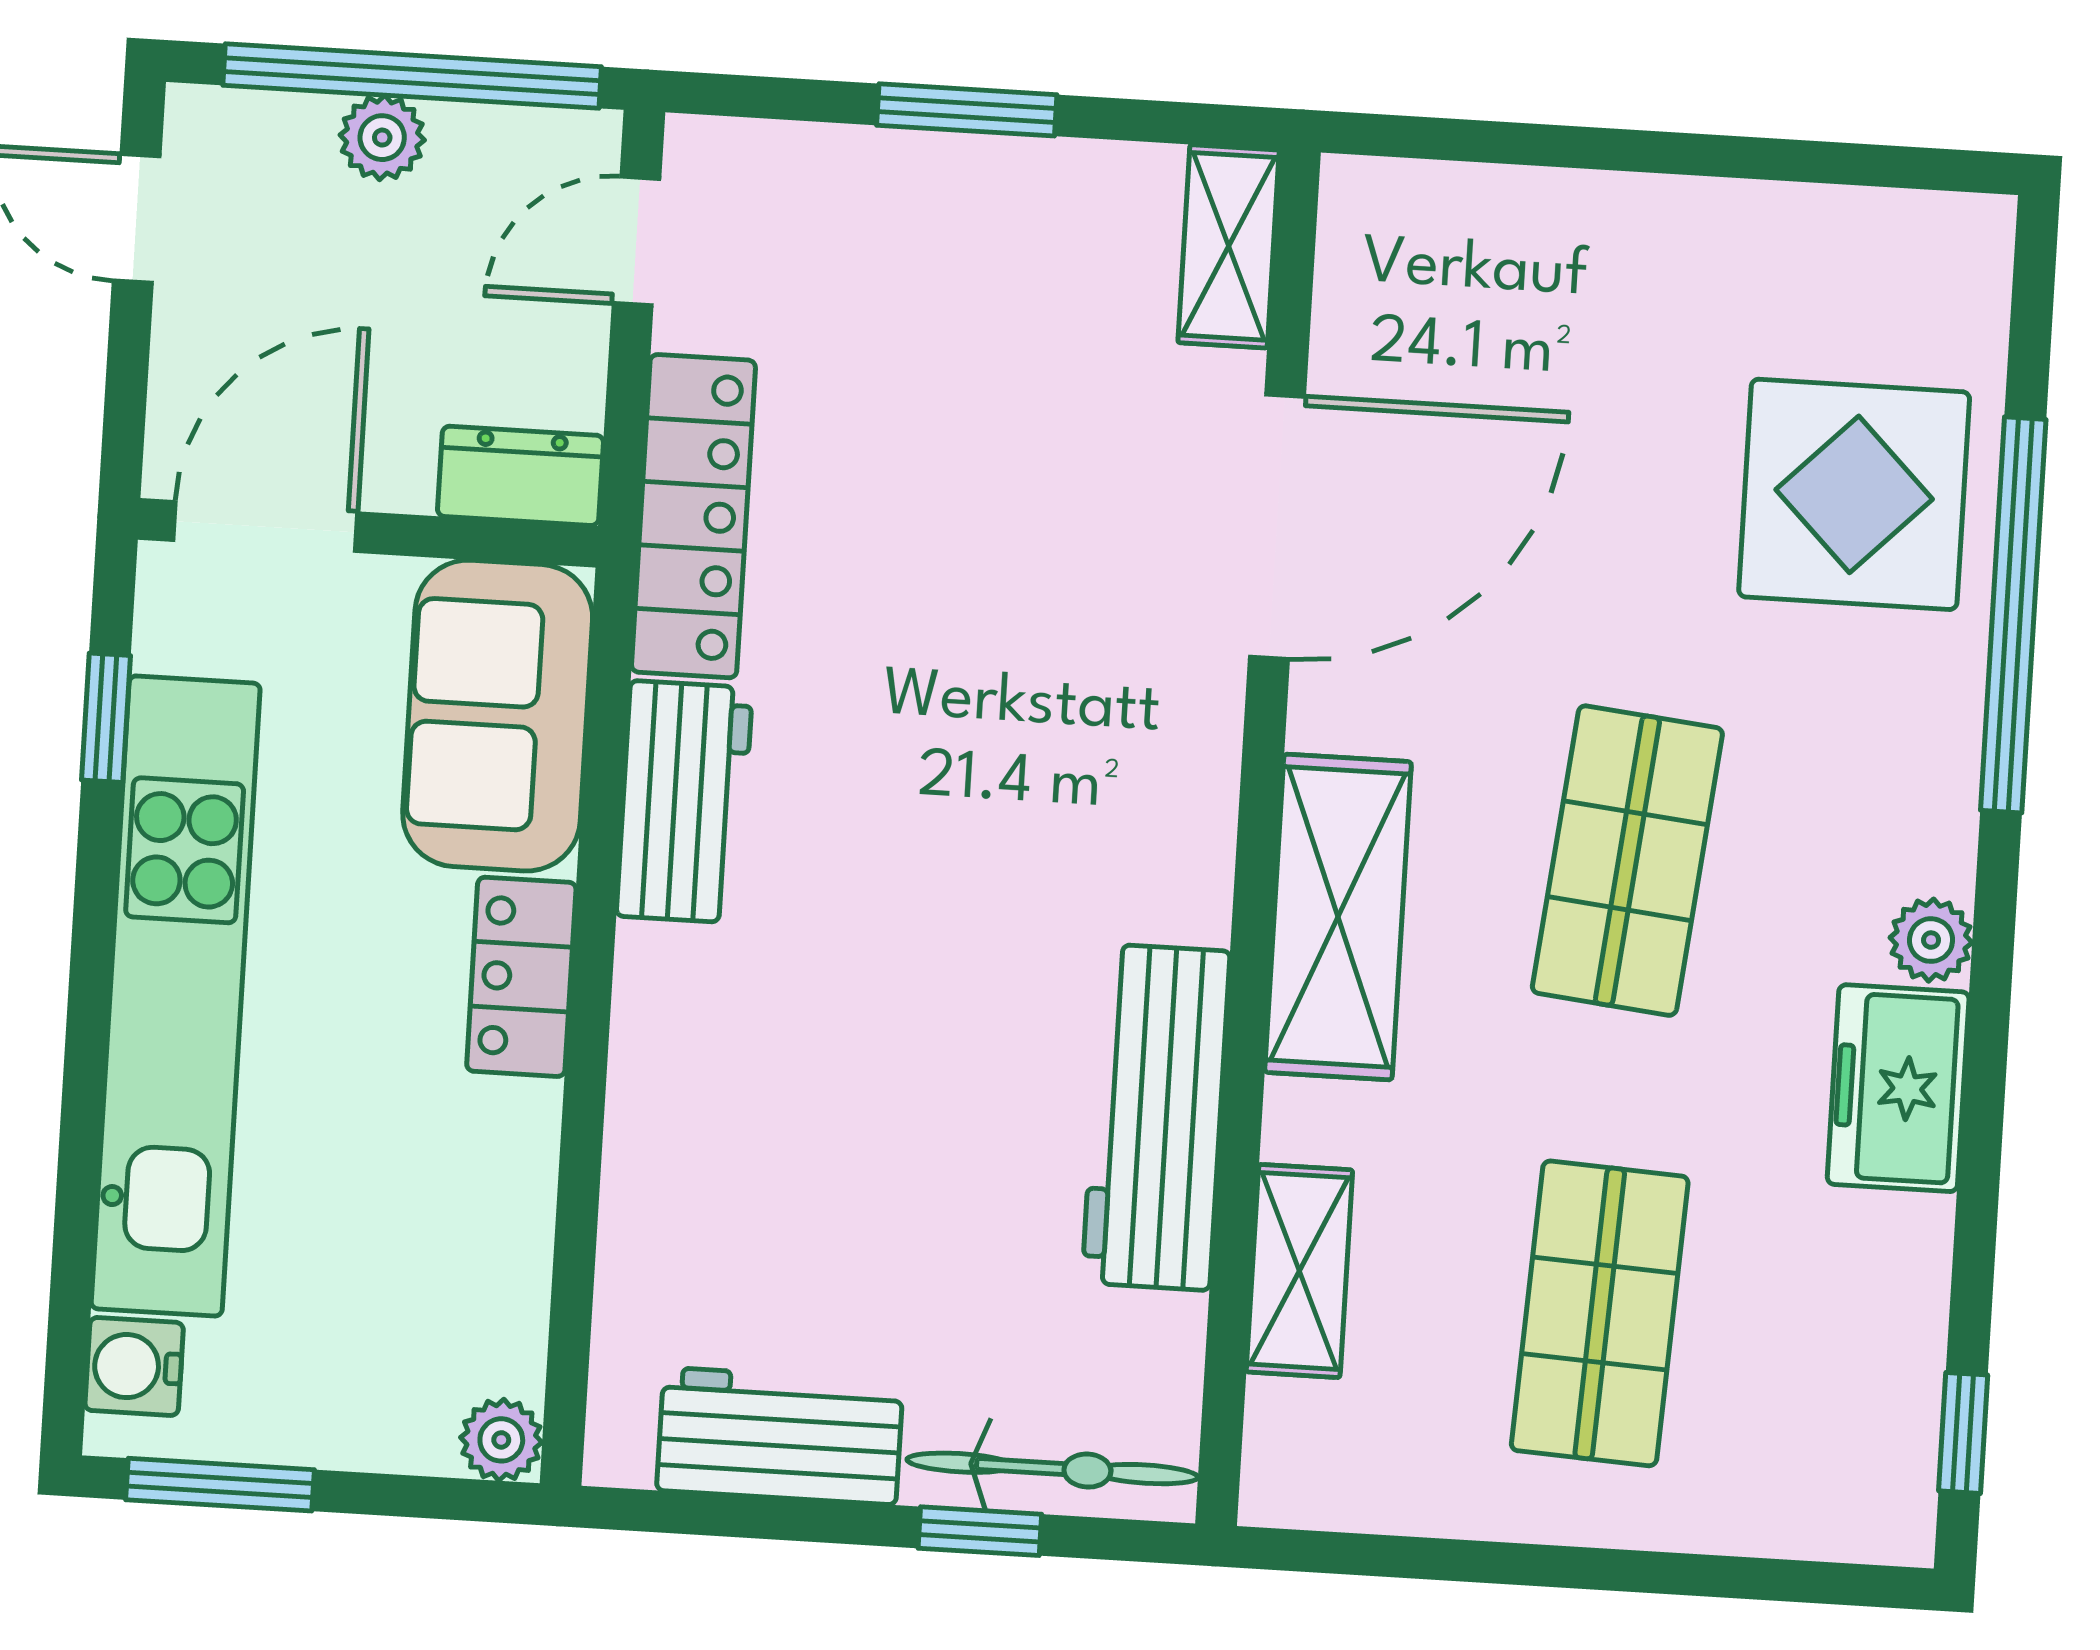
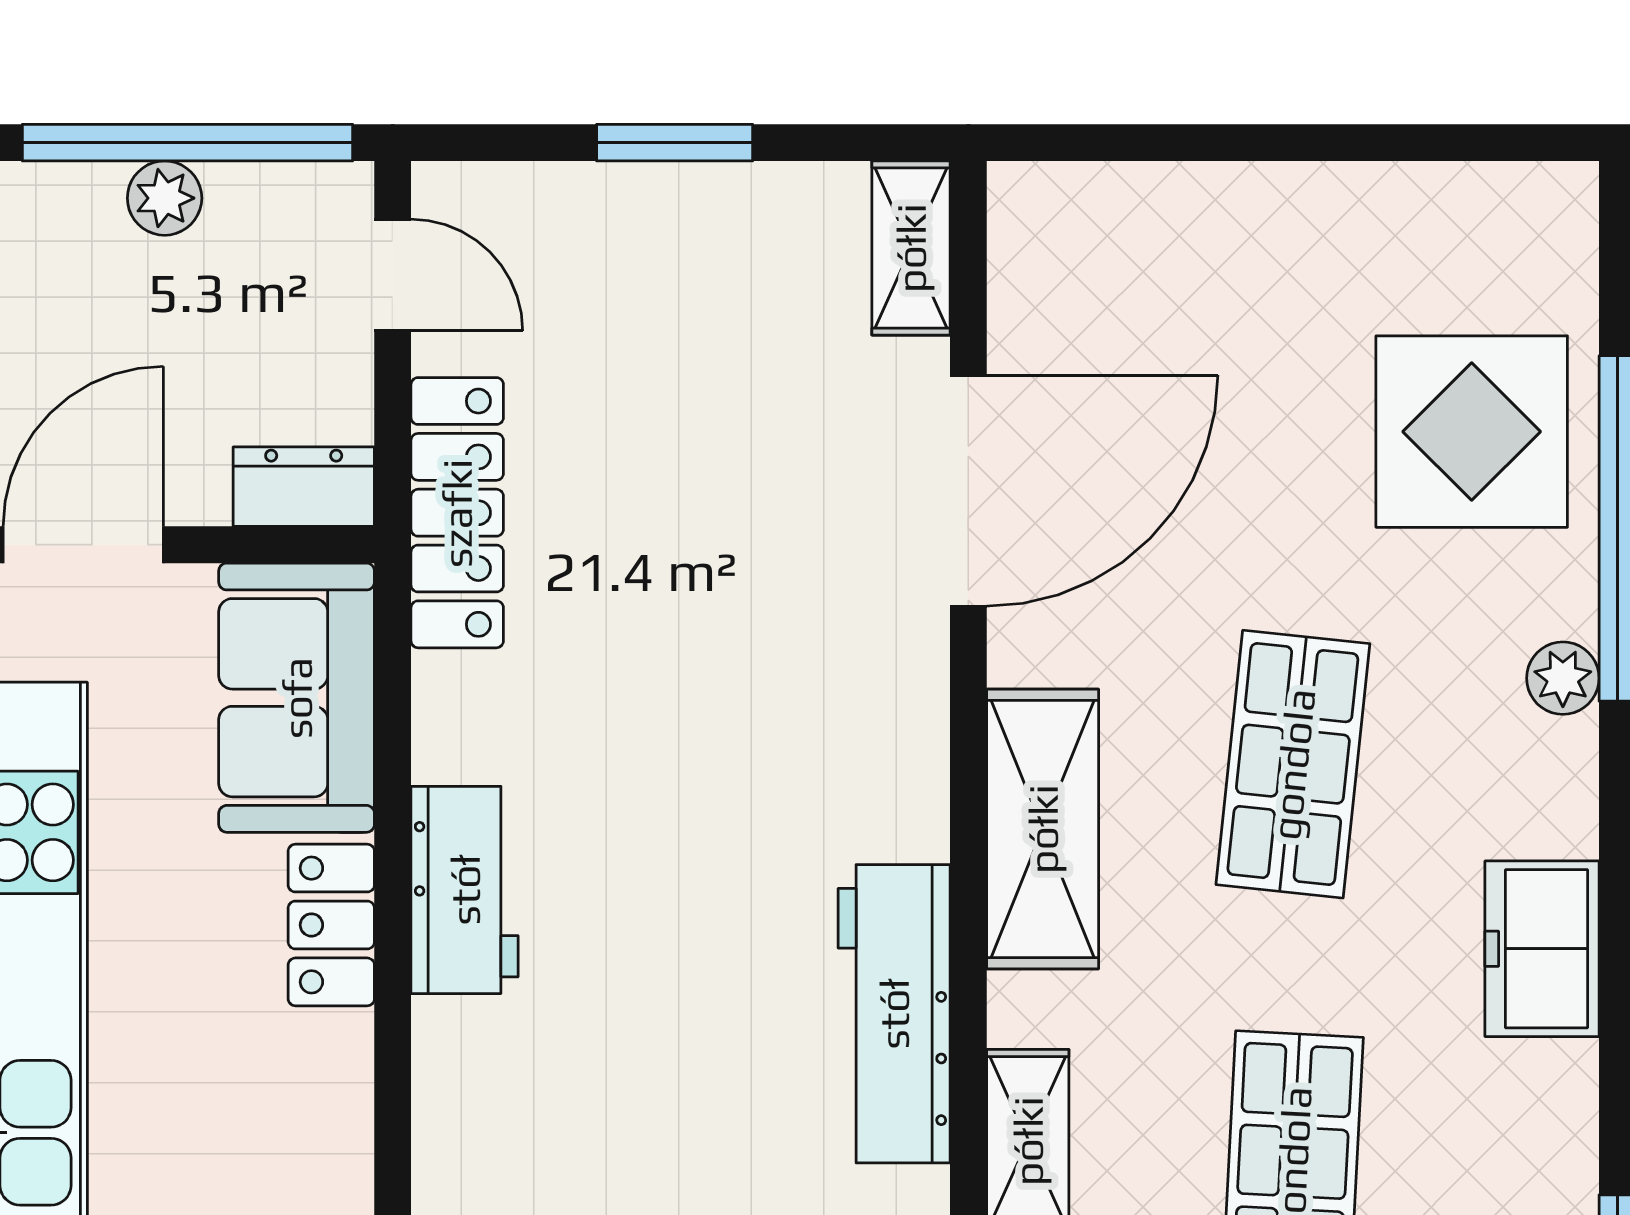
door: (637, 241) -> (393, 275), swing flipped
workbench: (684, 802) -> (465, 890), moved
plant: (1931, 940) -> (1563, 678), moved

